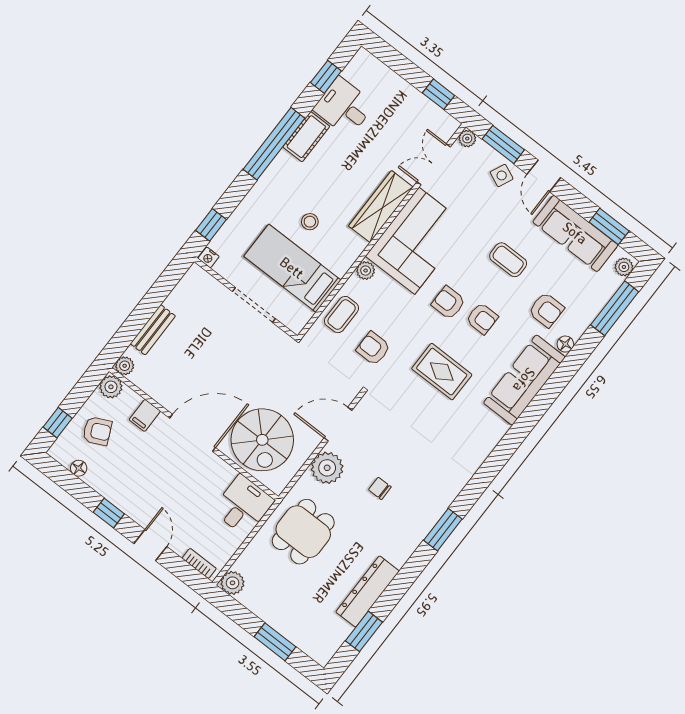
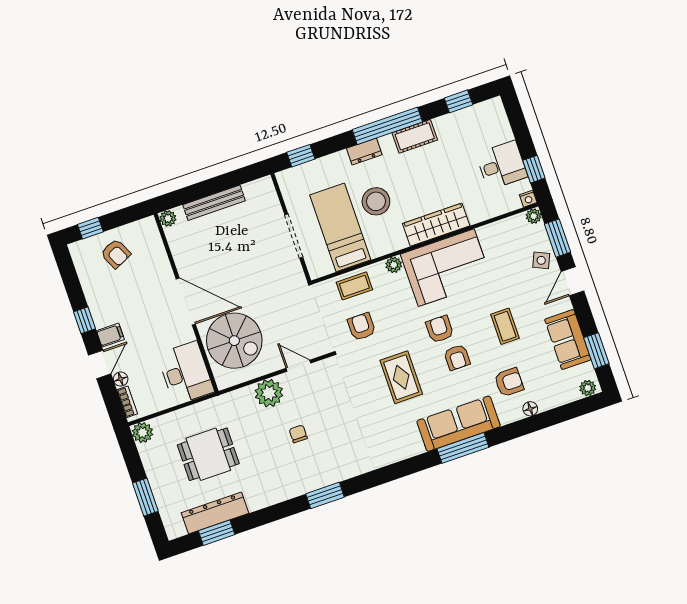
desk: (344, 107) -> (502, 165), moved, turned 90
double door: (434, 164) -> (496, 219), removed
dresser: (268, 182) -> (364, 151), added
stool: (310, 222) -> (376, 201), width x1.89, depth x1.89
sofa: (575, 233) -> (568, 339), width x0.73
nightstand: (209, 257) -> (528, 199), moved, turned -90
window: (615, 308) -> (463, 448), moved
armchair: (546, 310) -> (509, 382), turned -90
bench: (153, 330) -> (214, 203), width x1.36
floor lamp: (565, 344) -> (530, 409), moved
plant: (111, 387) -> (147, 227), removed
filing cabinet: (145, 415) -> (110, 335), moved, turned 180
door: (338, 424) -> (298, 366), width x0.73
spiral stairs: (262, 440) -> (234, 341), turned -90
floor lamp: (79, 468) -> (121, 379), moved
desk: (243, 505) -> (186, 373), width x1.37
dining table: (303, 532) -> (208, 454), moved
dresser: (368, 592) -> (215, 513), moved

